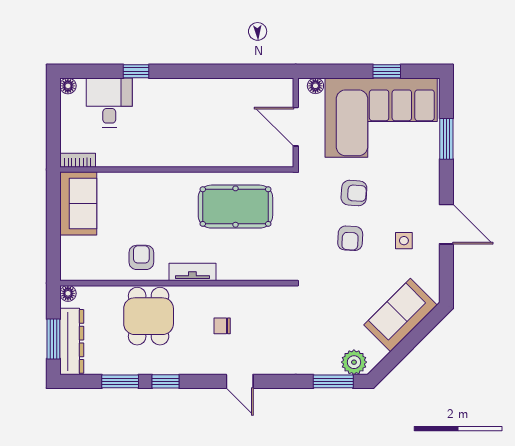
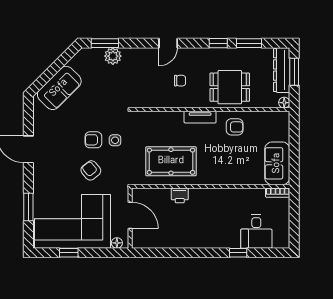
floor lamp: (68, 86) -> (284, 243), removed
printer: (222, 156) -> (180, 195), added
armchair: (354, 193) -> (91, 170), turned 47
armchair: (350, 238) -> (93, 140), turned -93
side table: (404, 241) -> (115, 140), moved
armchair: (141, 257) -> (235, 127), turned -90
dining table: (149, 316) -> (230, 87), turned 90
plant: (354, 362) -> (113, 56), moved
door: (240, 381) -> (168, 43), swing flipped

